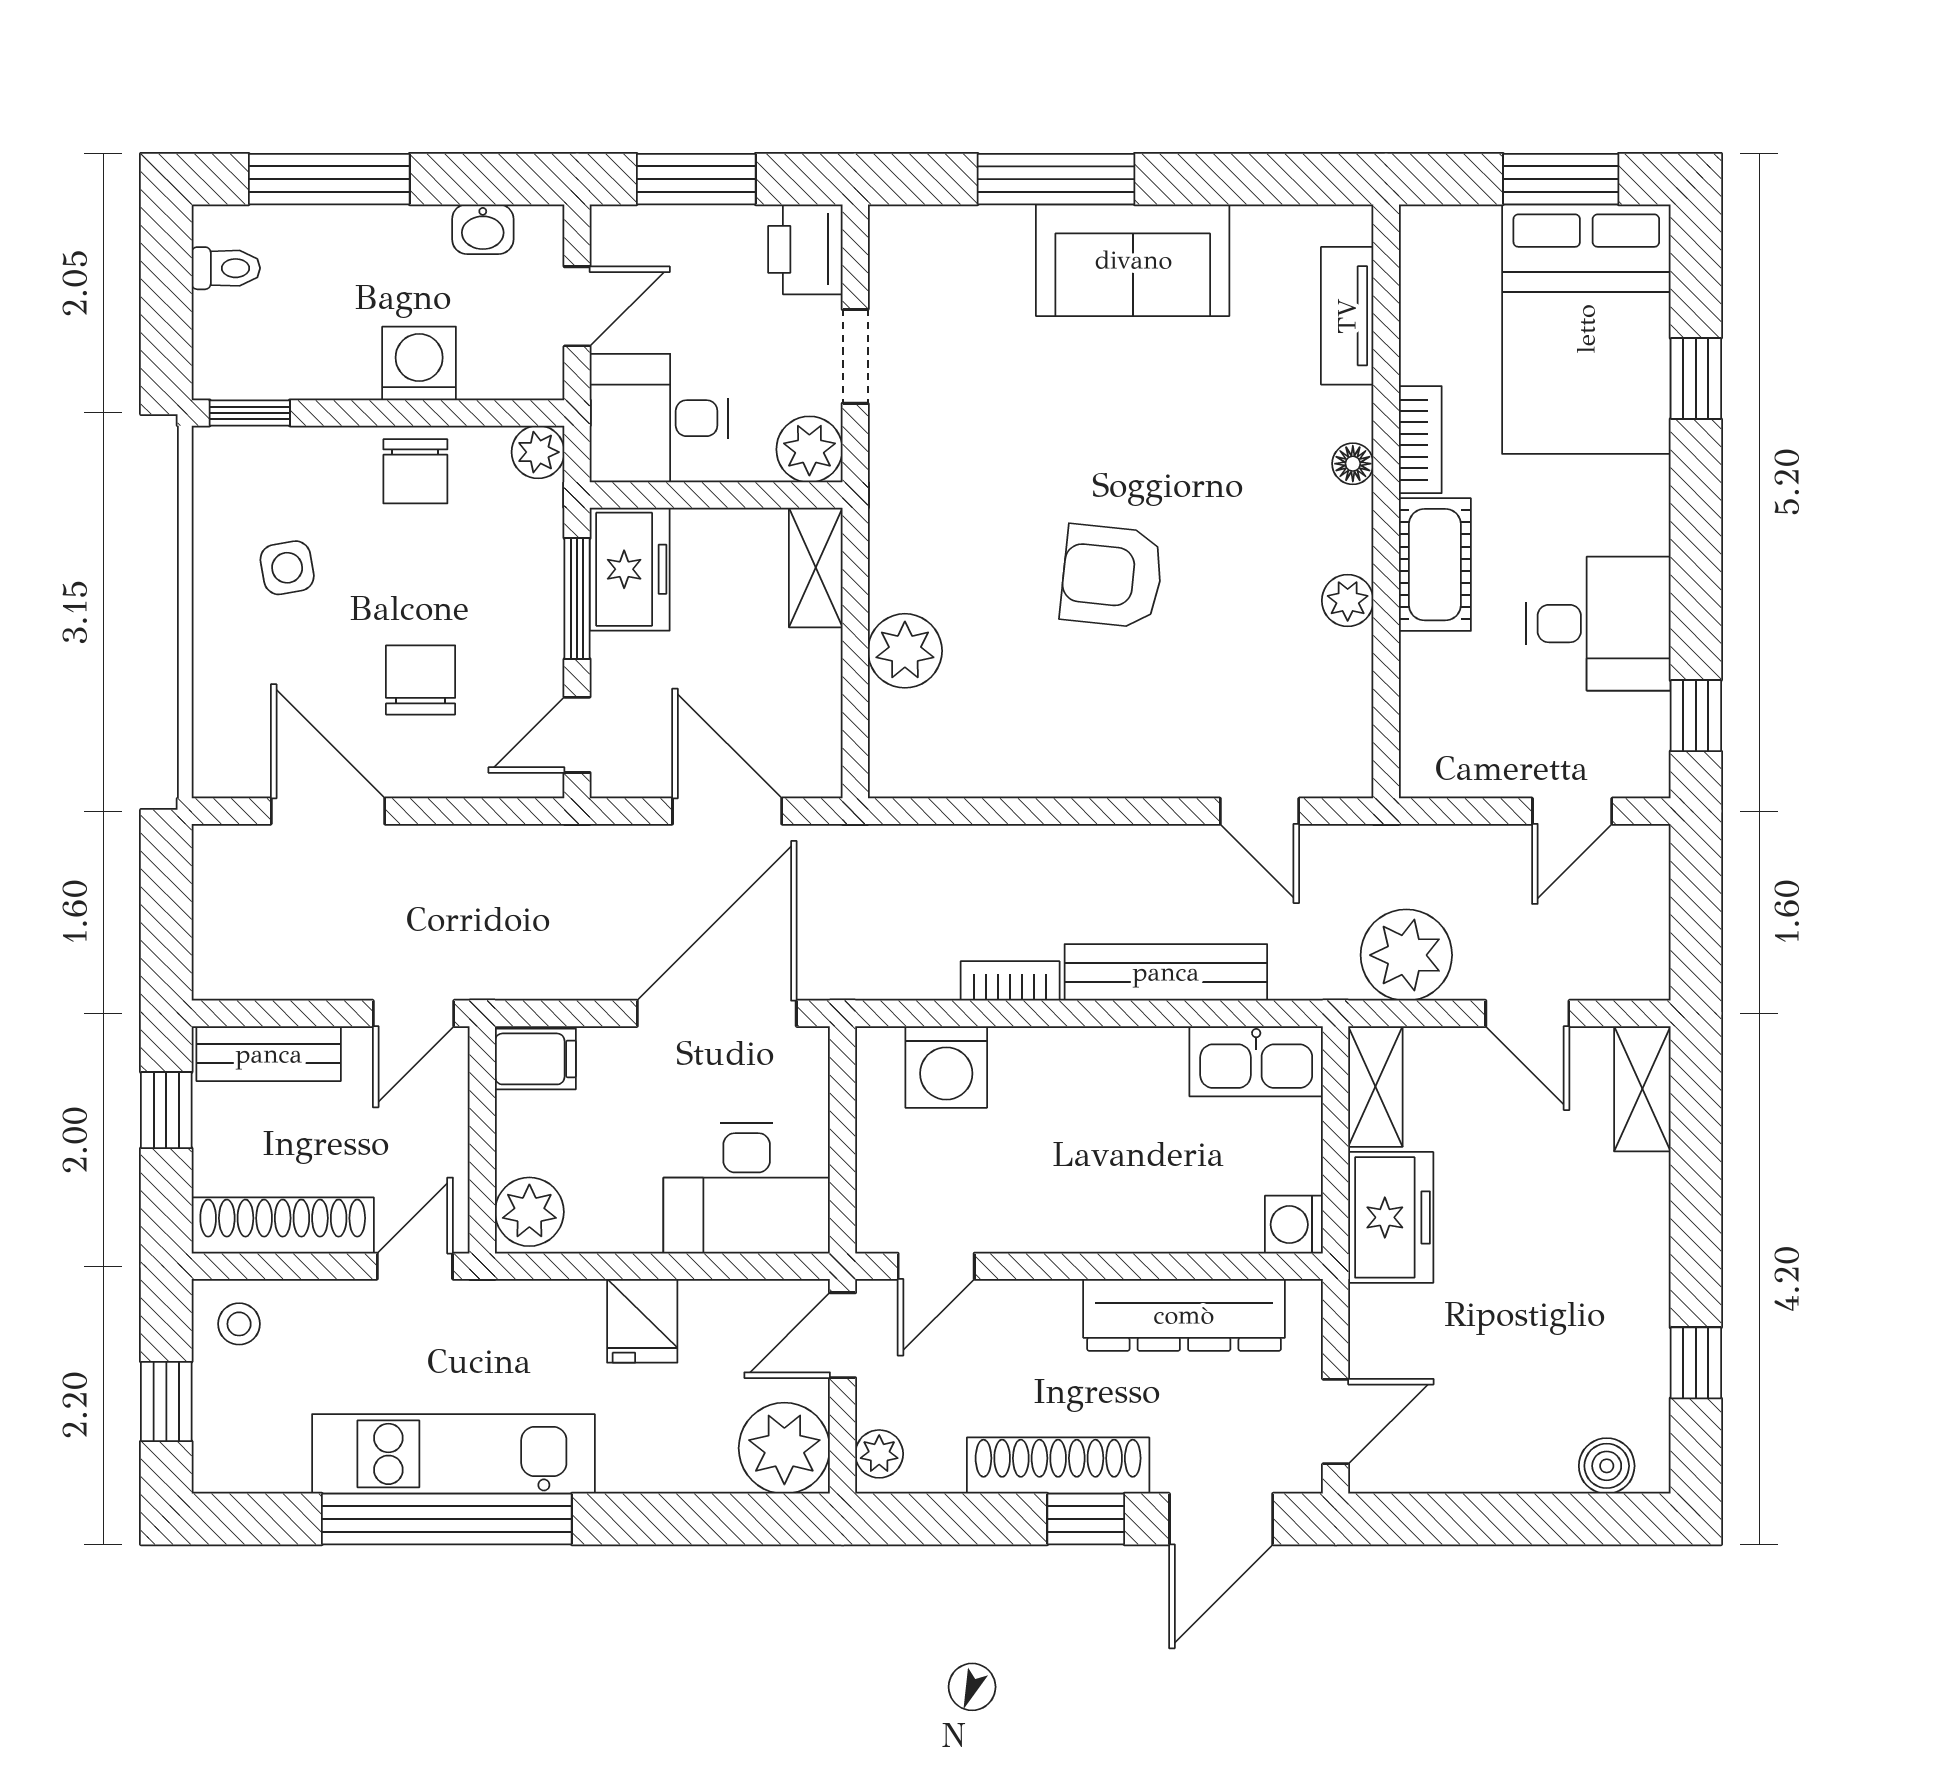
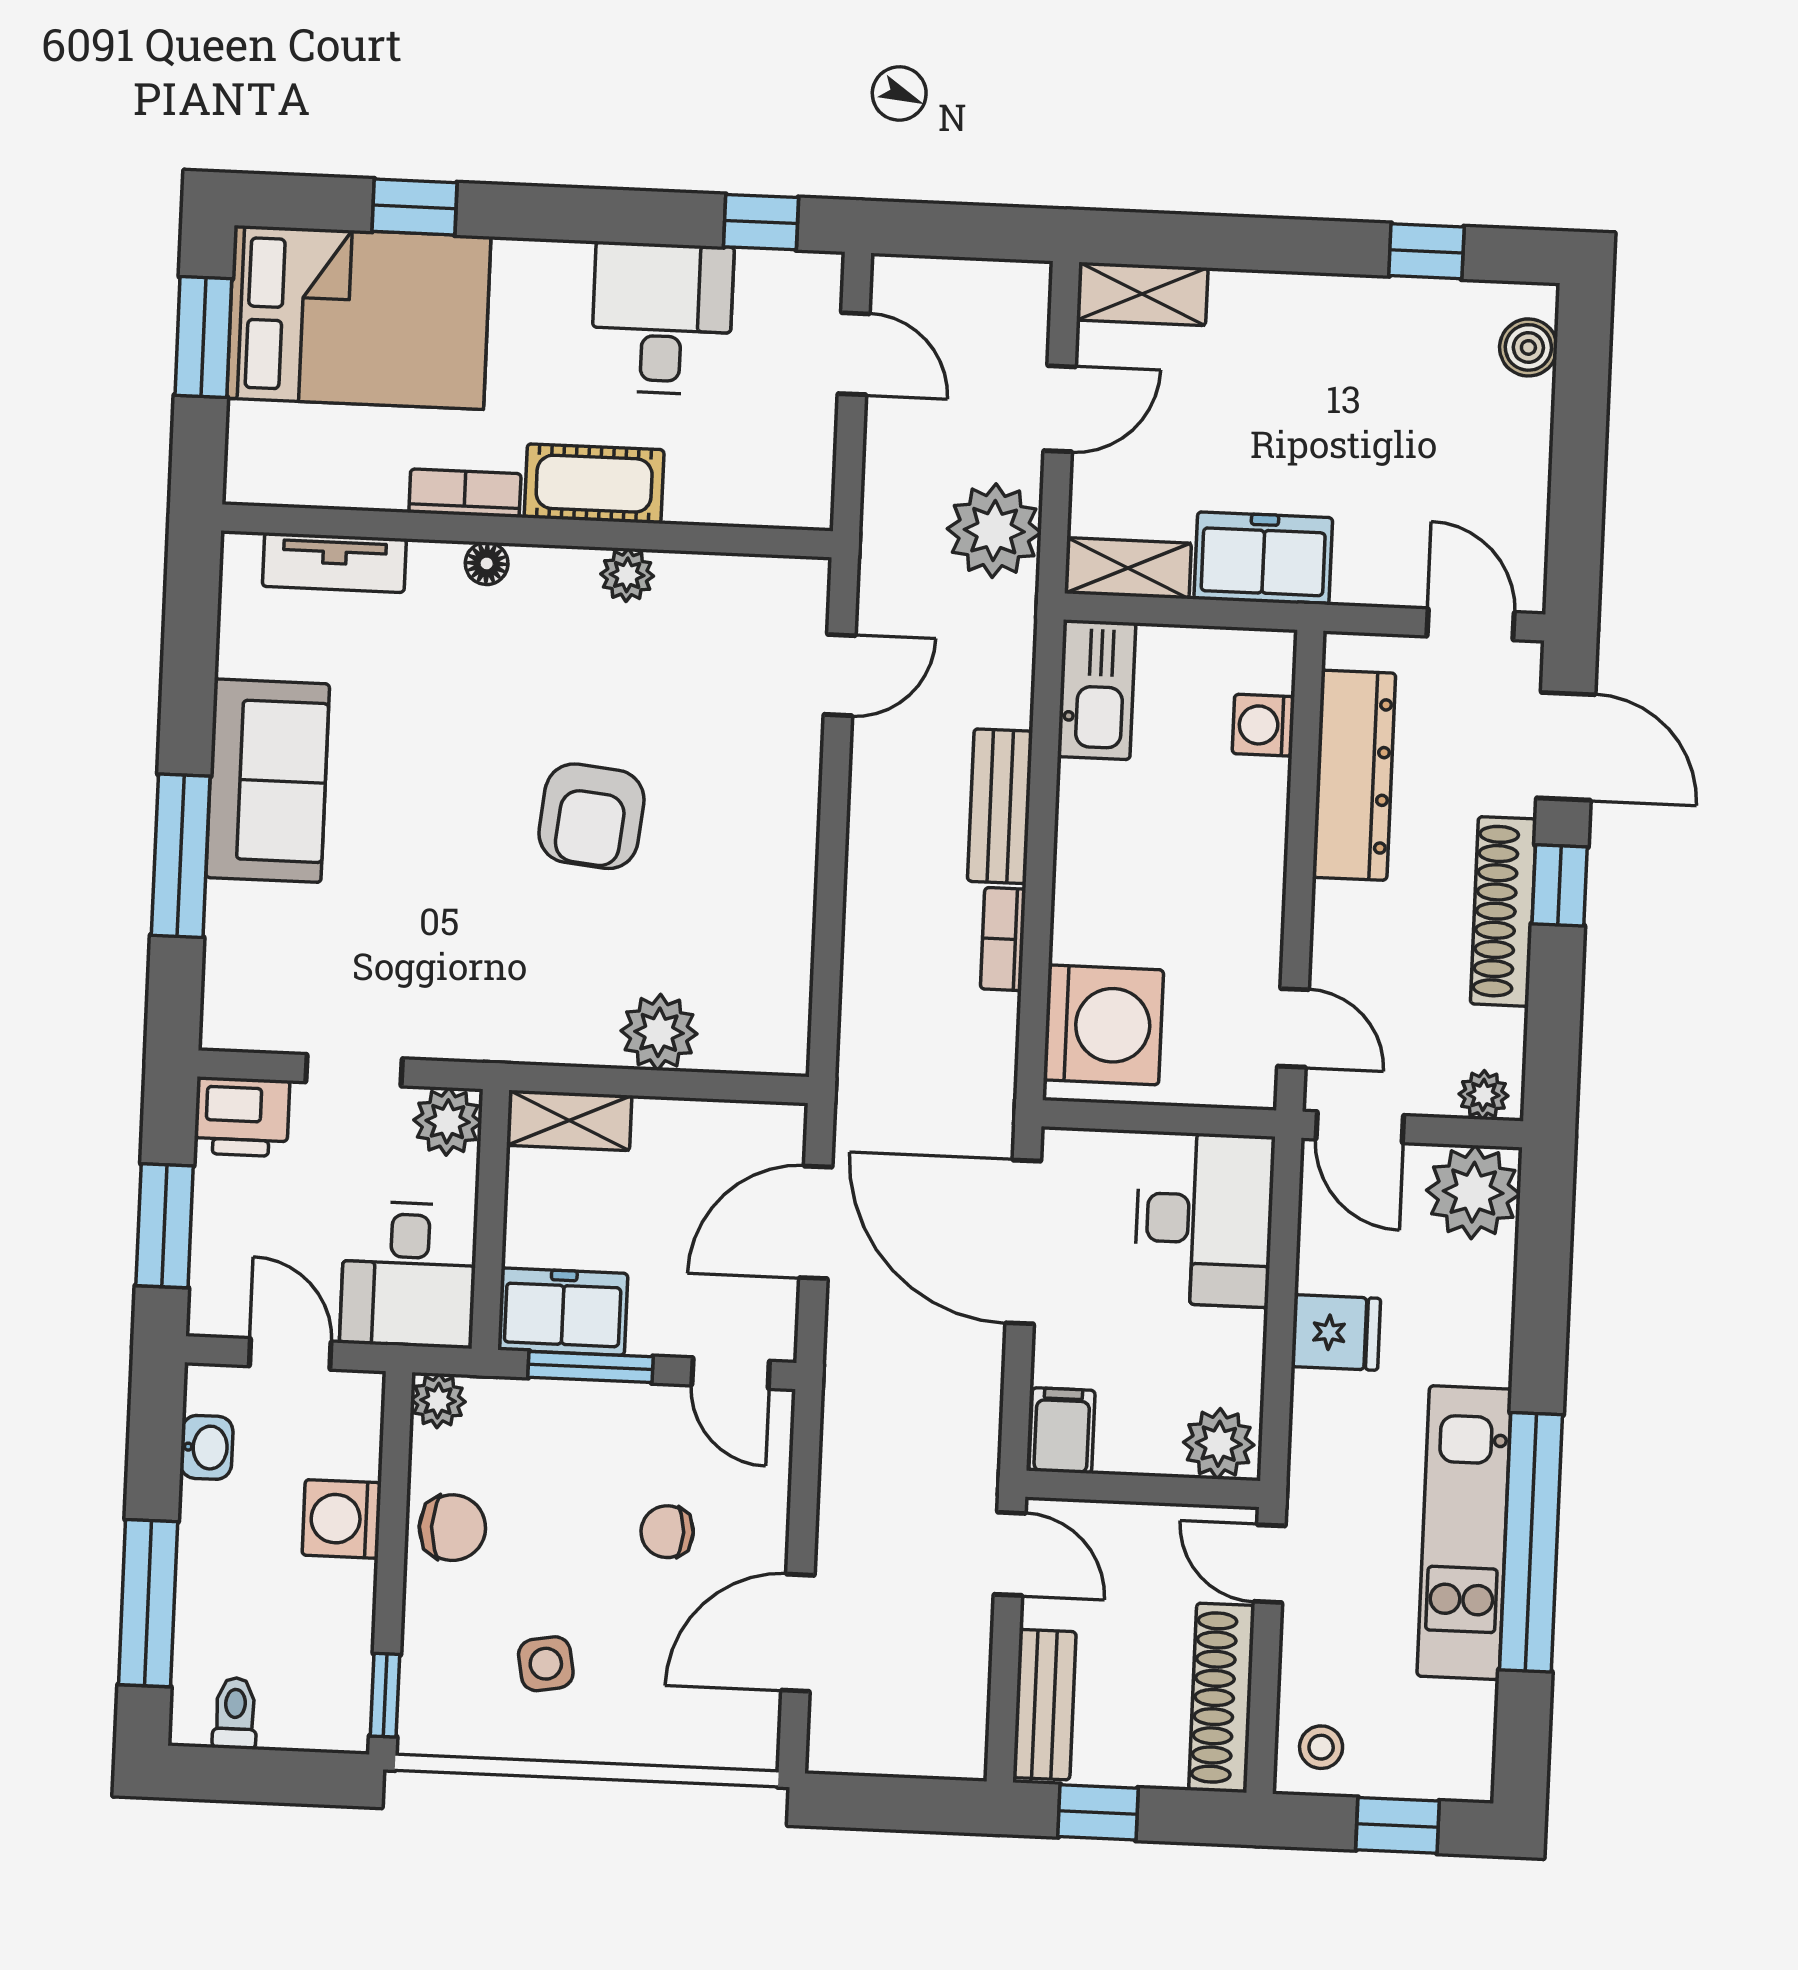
chair: (421, 680) -> (667, 1532), width x0.73, depth x0.73
bench: (1166, 972) -> (1000, 806), width x0.73
washing machine: (946, 1067) -> (1103, 1025), width x1.37, depth x1.37
washing machine: (1294, 1225) -> (1263, 725), moved, turned 90

